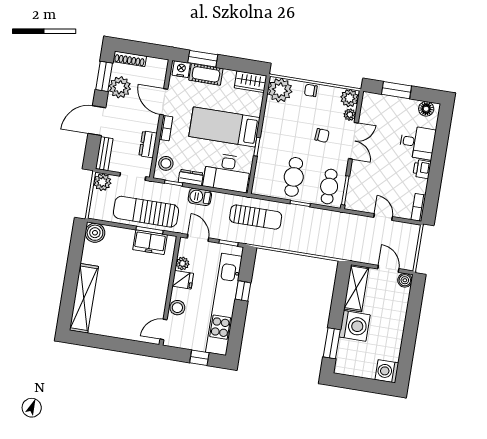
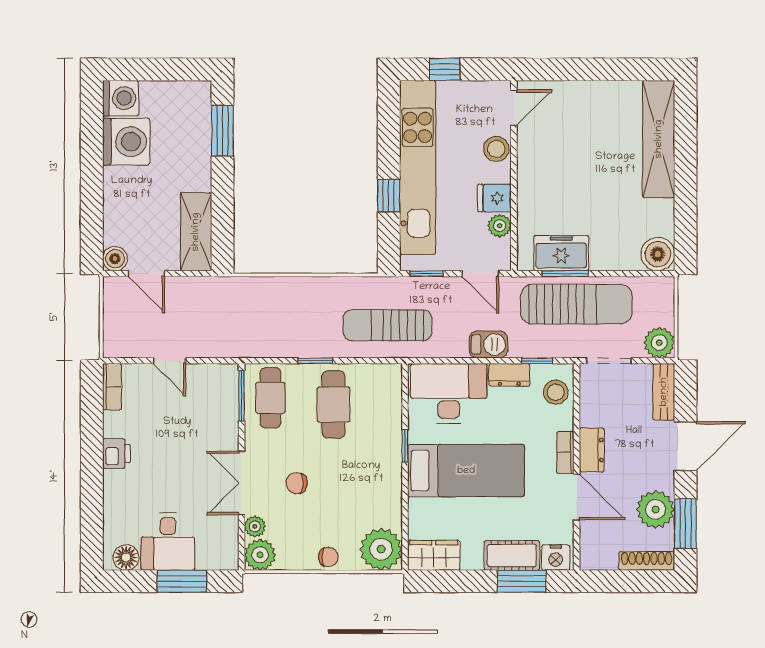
desk: (417, 142) -> (168, 542), moved, turned -90
dresser: (148, 144) -> (592, 450), moved
washing machine: (355, 326) -> (126, 142), moved, turned 180

